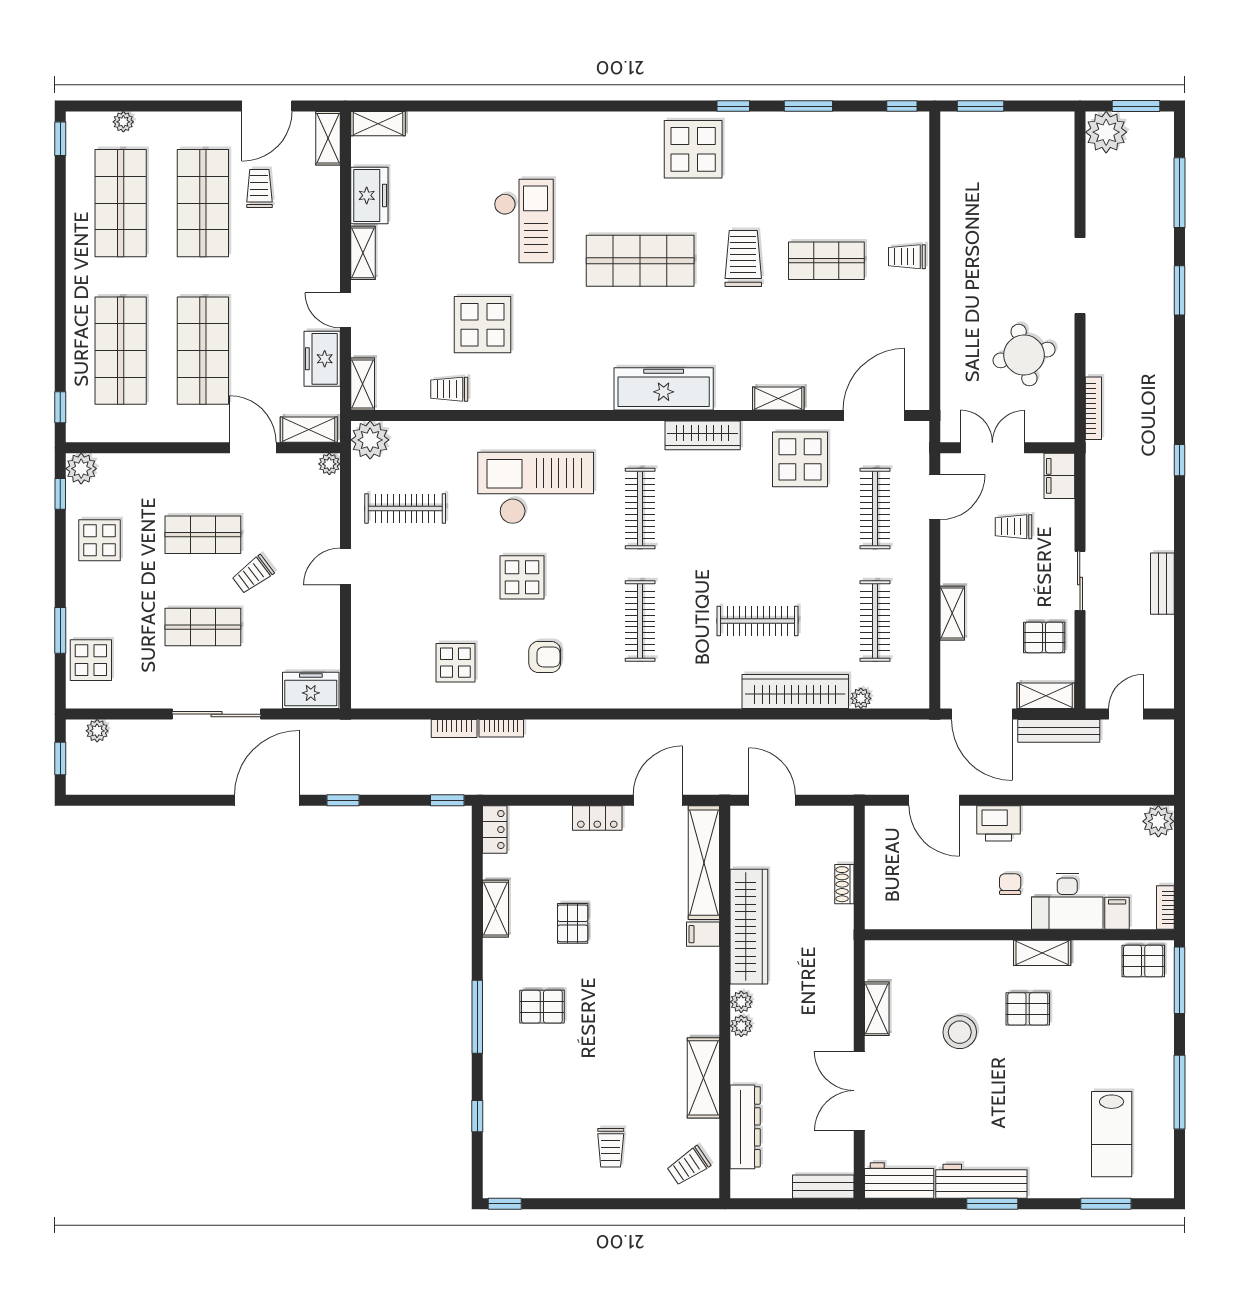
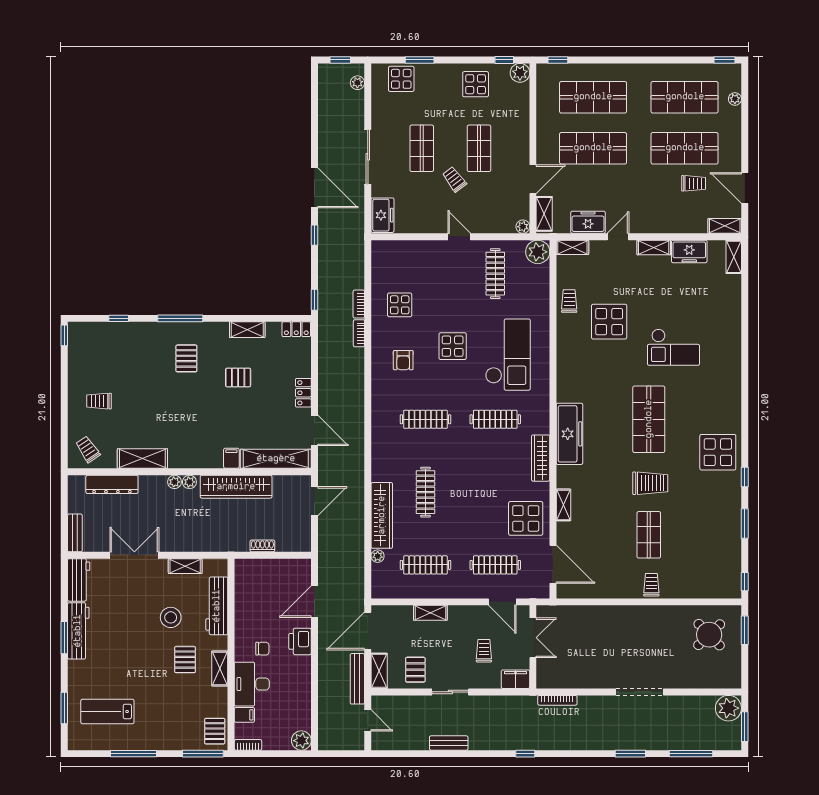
round table: (1024, 355) -> (709, 635), moved, turned -31
workbench: (941, 958) -> (217, 606), added

